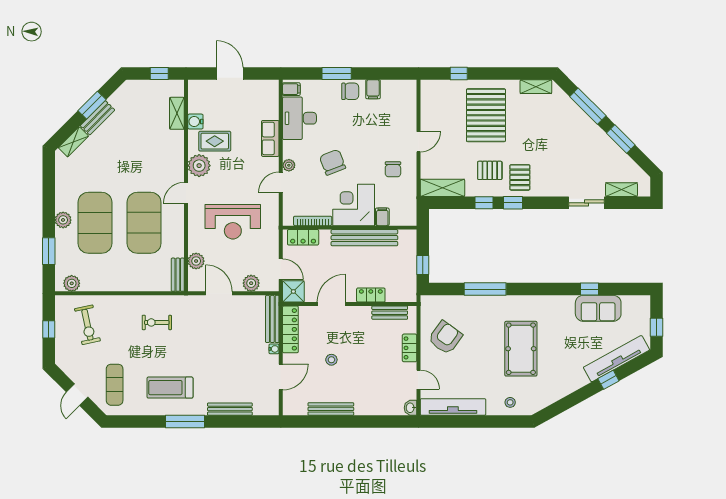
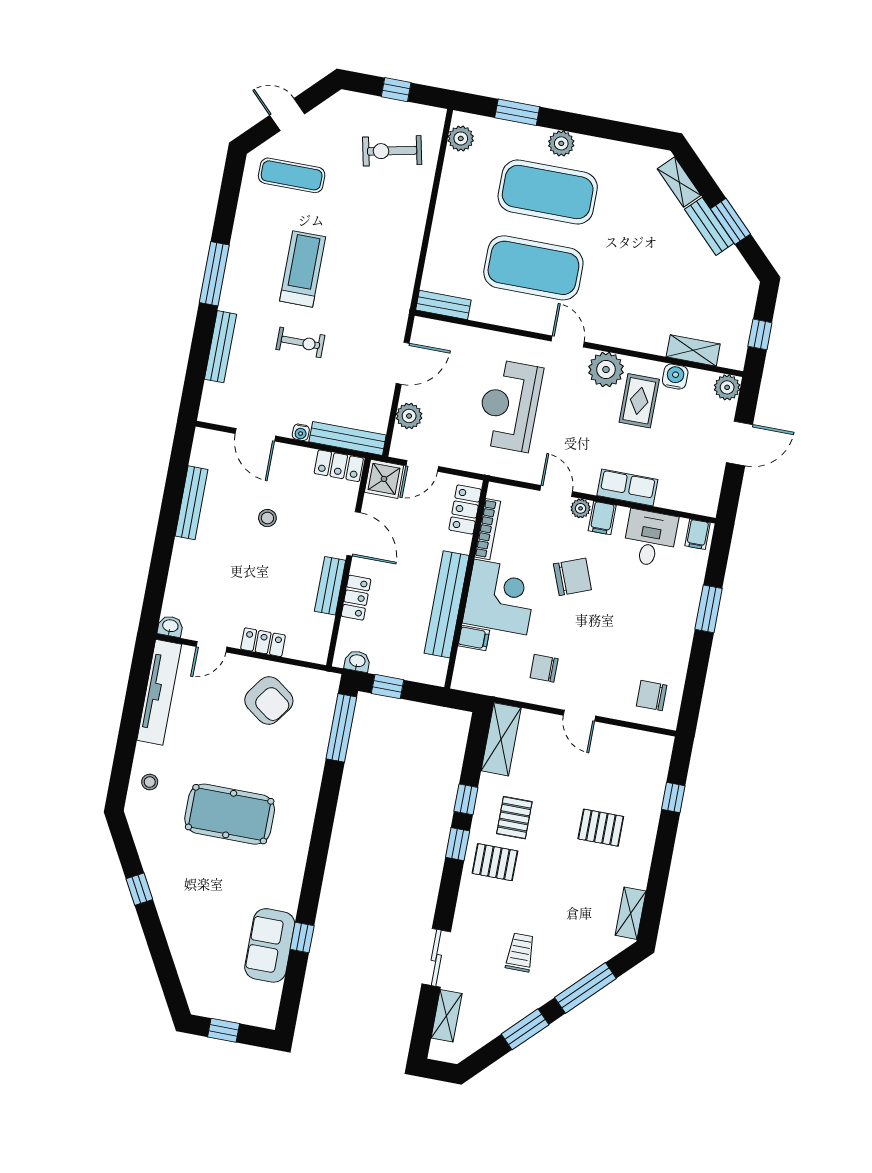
filing cabinet: (373, 89) -> (602, 518), moved, turned -90
chair: (350, 91) -> (652, 696), moved, turned 90
pallet: (486, 115) -> (601, 828), width x0.49, depth x0.50
desk: (299, 118) -> (650, 538), width x0.73
trolley: (573, 151) -> (520, 952), added
plant: (196, 261) -> (727, 387), moved
washbasin: (410, 287) -> (357, 661), added
window: (485, 289) -> (341, 728), moved
bench: (390, 313) -> (330, 586), moved
exercise bike: (157, 322) -> (300, 342), moved, turned 90
locker: (290, 329) -> (339, 466), width x0.66
tv unit: (616, 359) -> (187, 959), removed
window: (608, 380) -> (139, 889), moved
treadmill: (170, 388) -> (303, 269), moved

